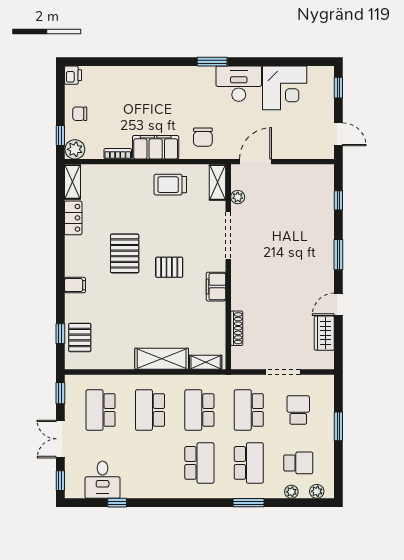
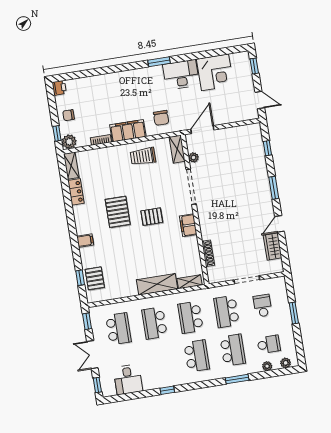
school desk: (101, 410) -> (118, 329), turned 180
window: (117, 503) -> (167, 390), moved

